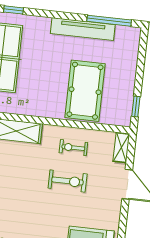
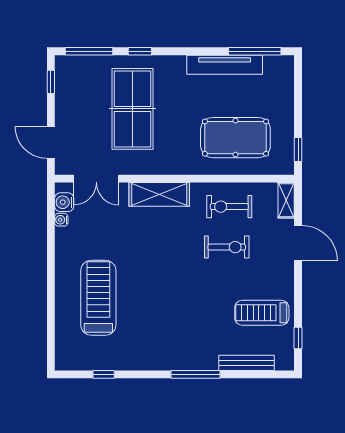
pool table: (85, 91) -> (235, 138), turned 90
exercise bike: (73, 148) -> (229, 207), width x1.38, depth x1.39

